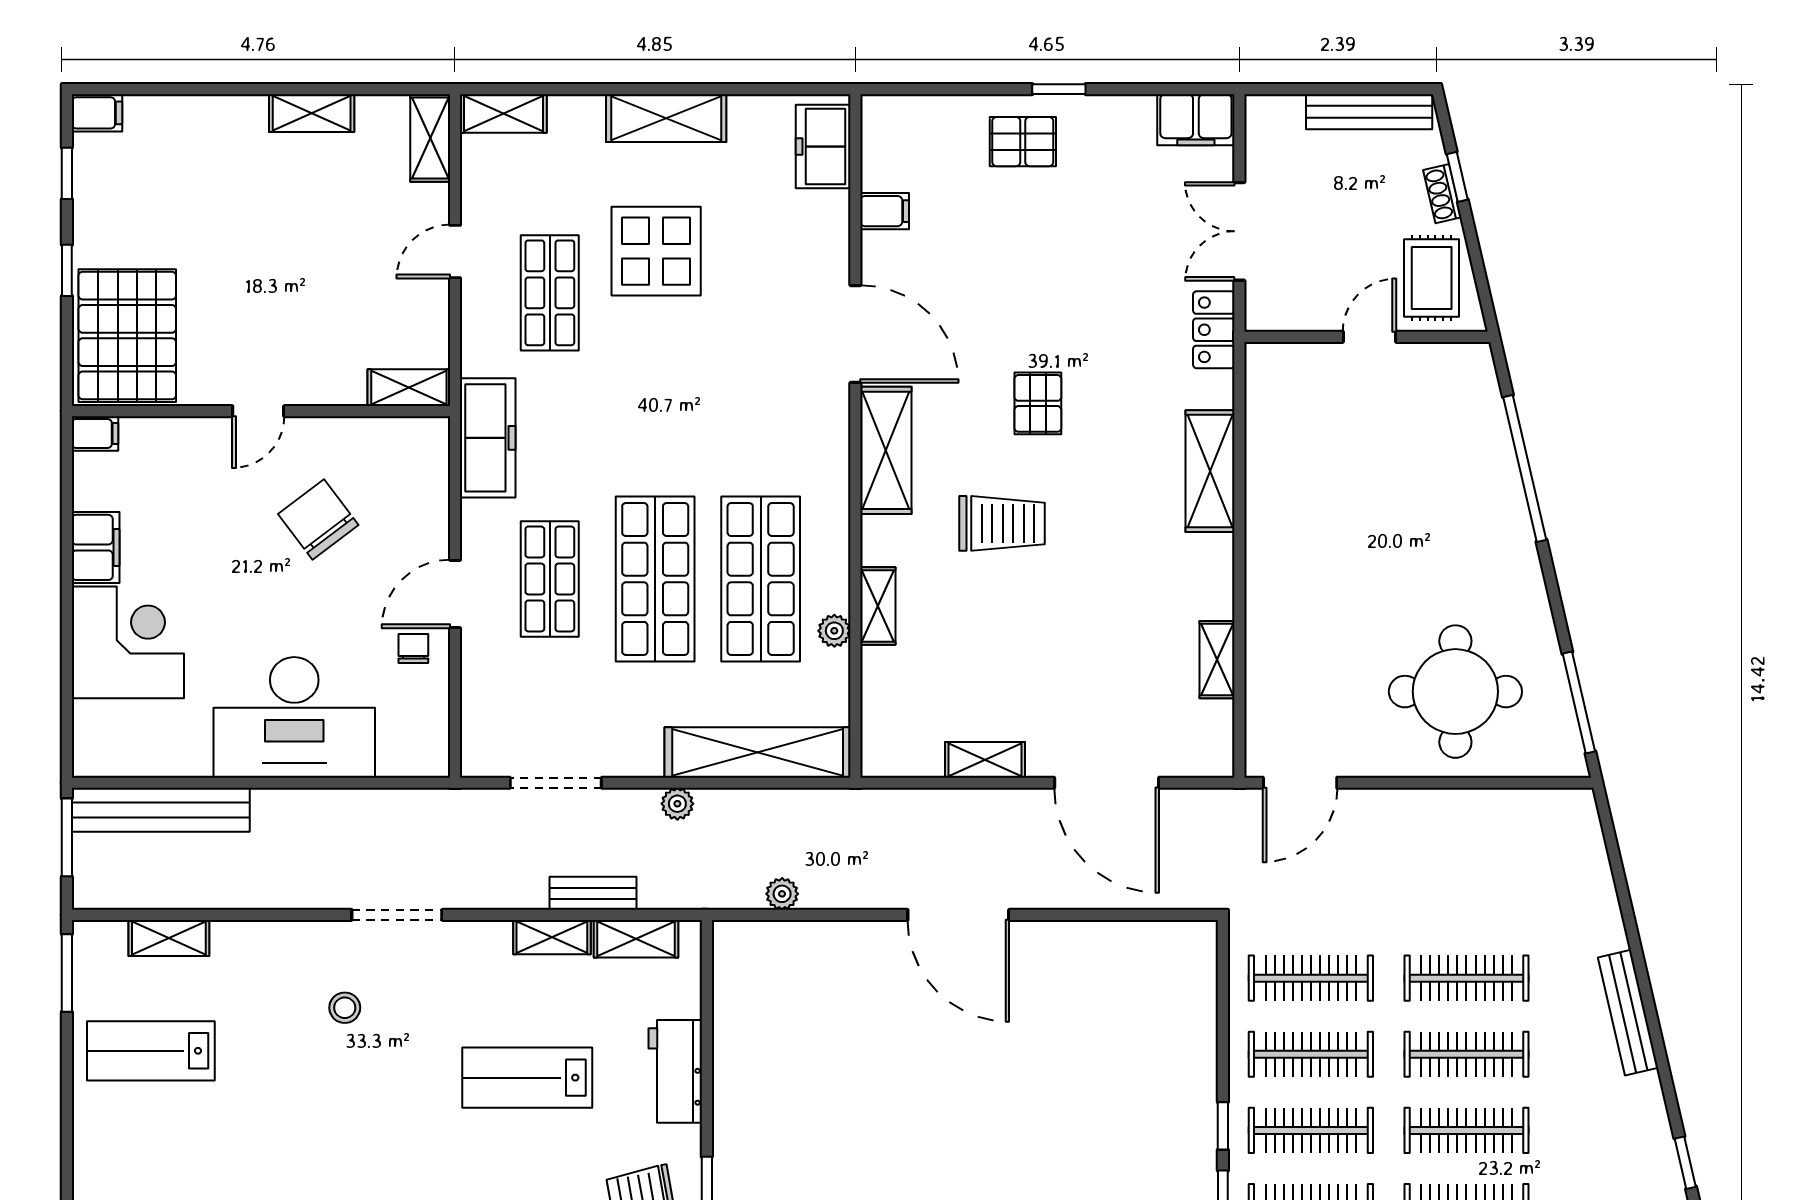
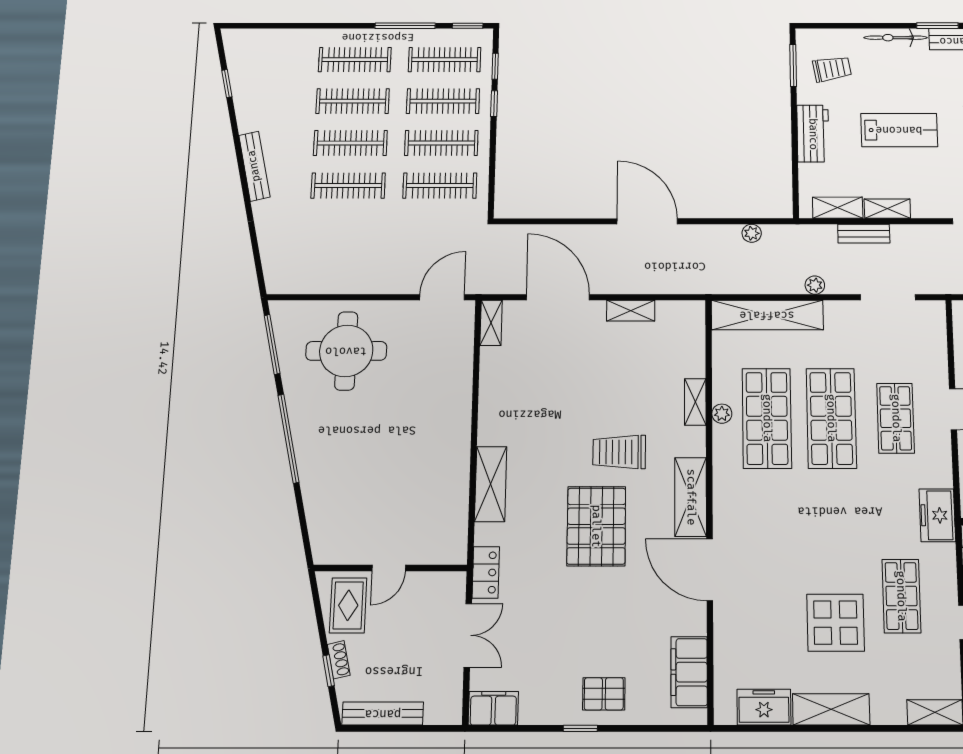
freezer: (823, 147) -> (764, 707), moved, turned -90
filing cabinet: (885, 211) -> (689, 672), width x3.00, depth x1.17
pallet: (1038, 403) -> (596, 526), width x2.05, depth x2.00
freezer: (488, 438) -> (937, 515), width x0.71
window: (1525, 468) -> (288, 439), moved
plant: (834, 631) -> (722, 414), moved
shelving: (1217, 660) -> (491, 323), moved

